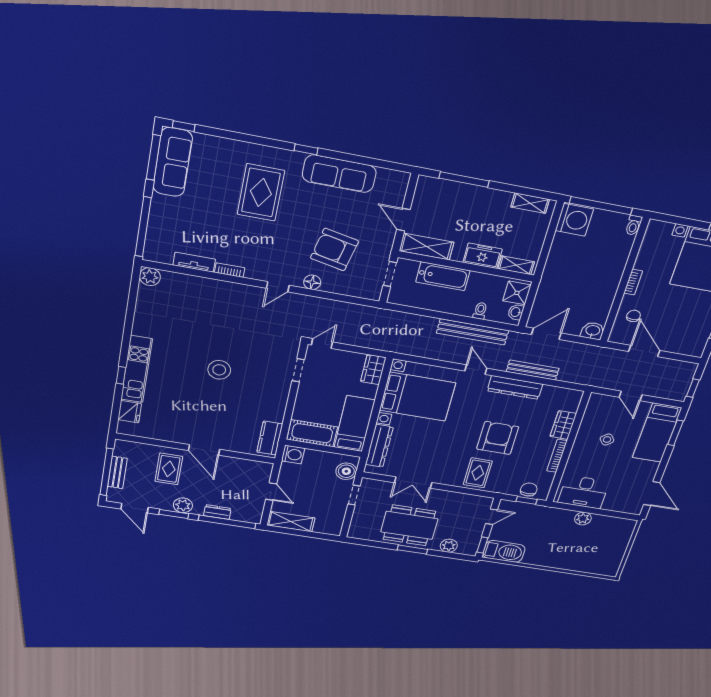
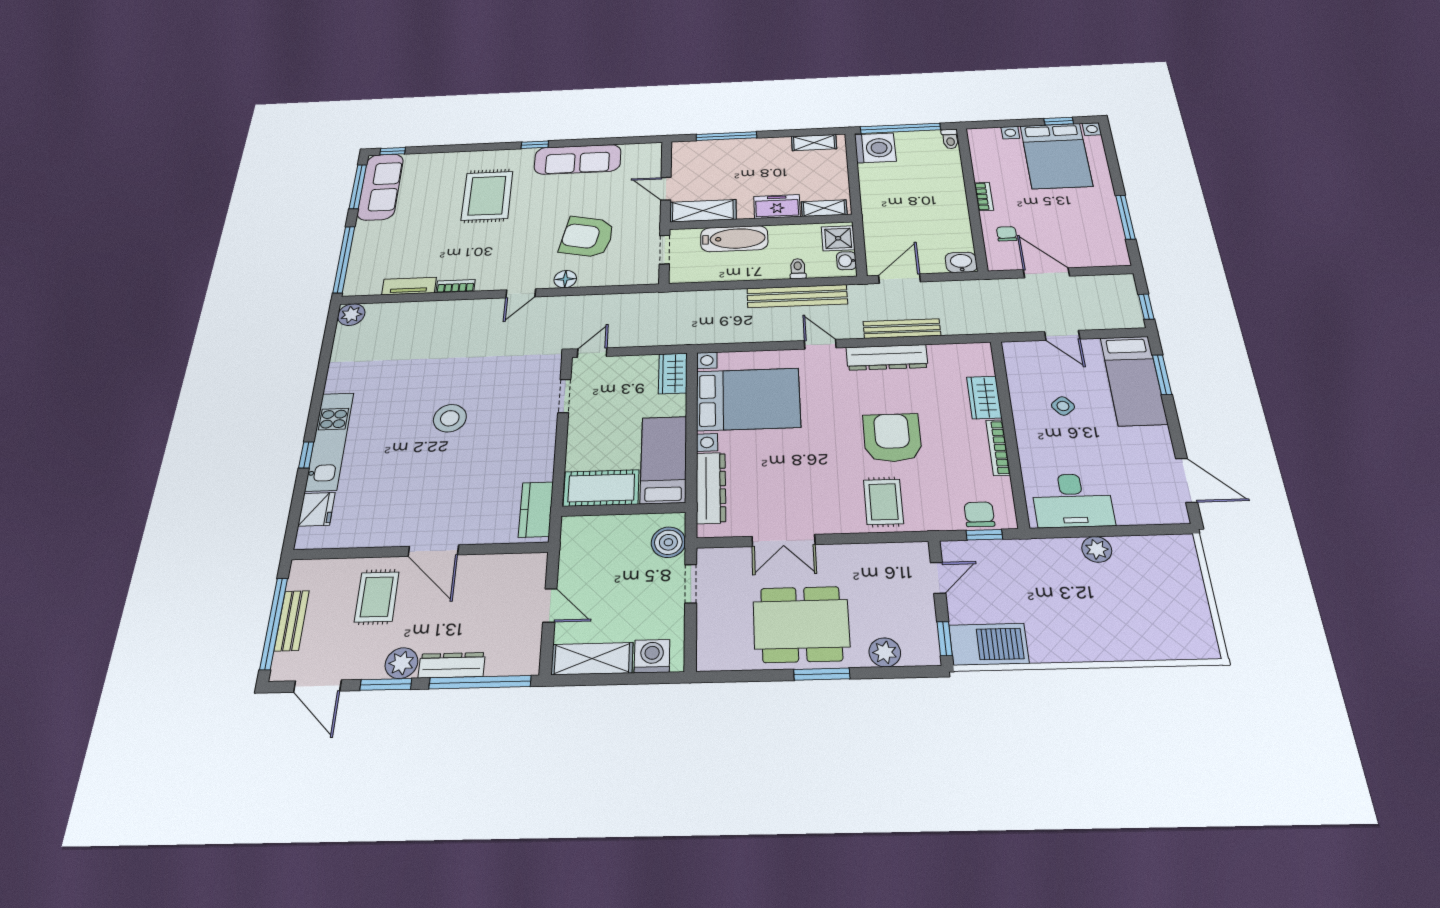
washing machine: (293, 454) -> (652, 656), moved, turned -90
dresser: (217, 512) -> (452, 665), width x1.44

